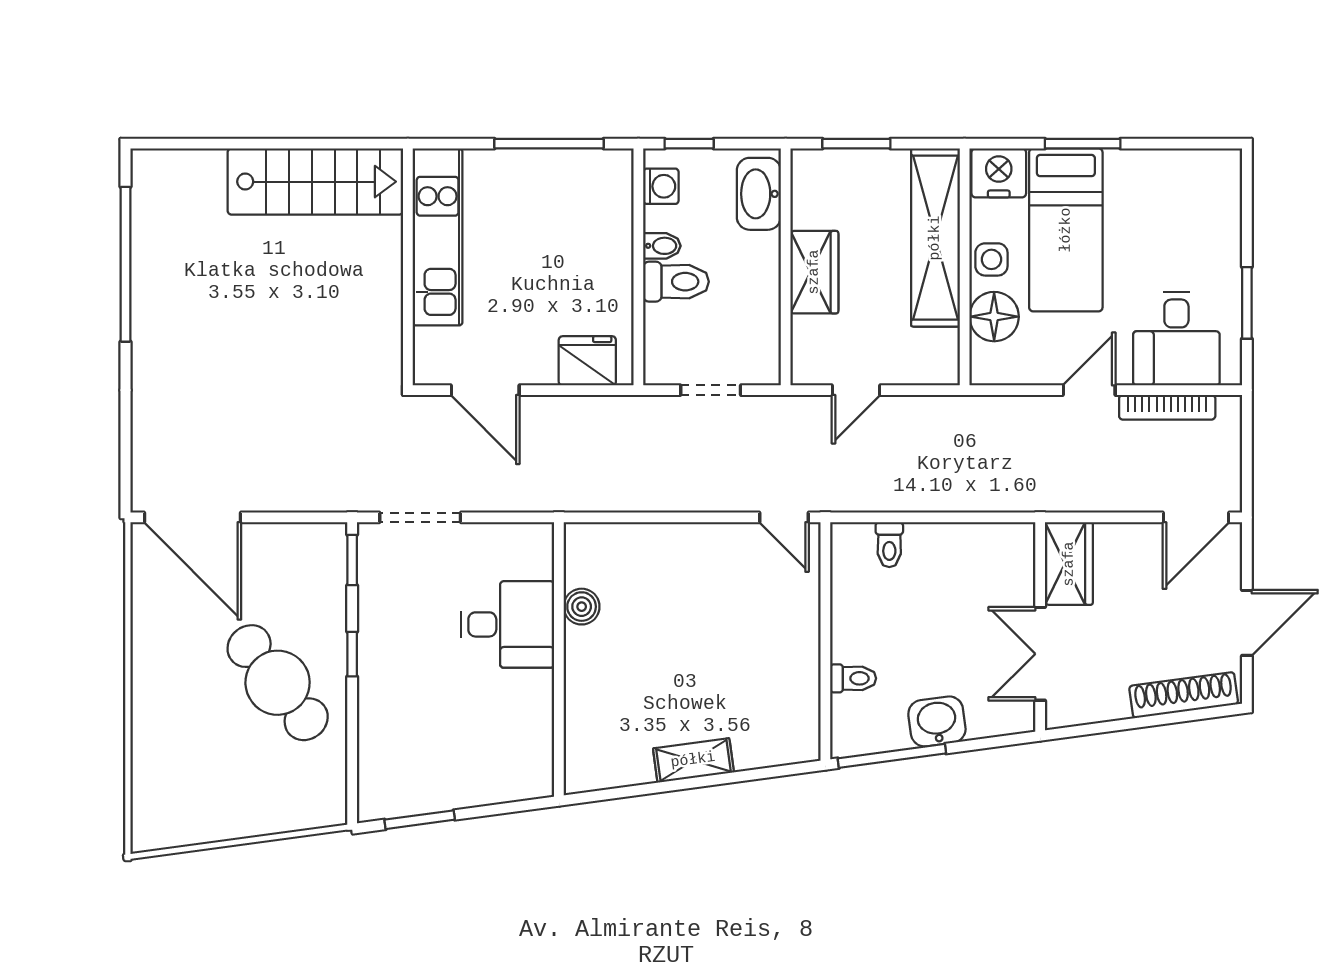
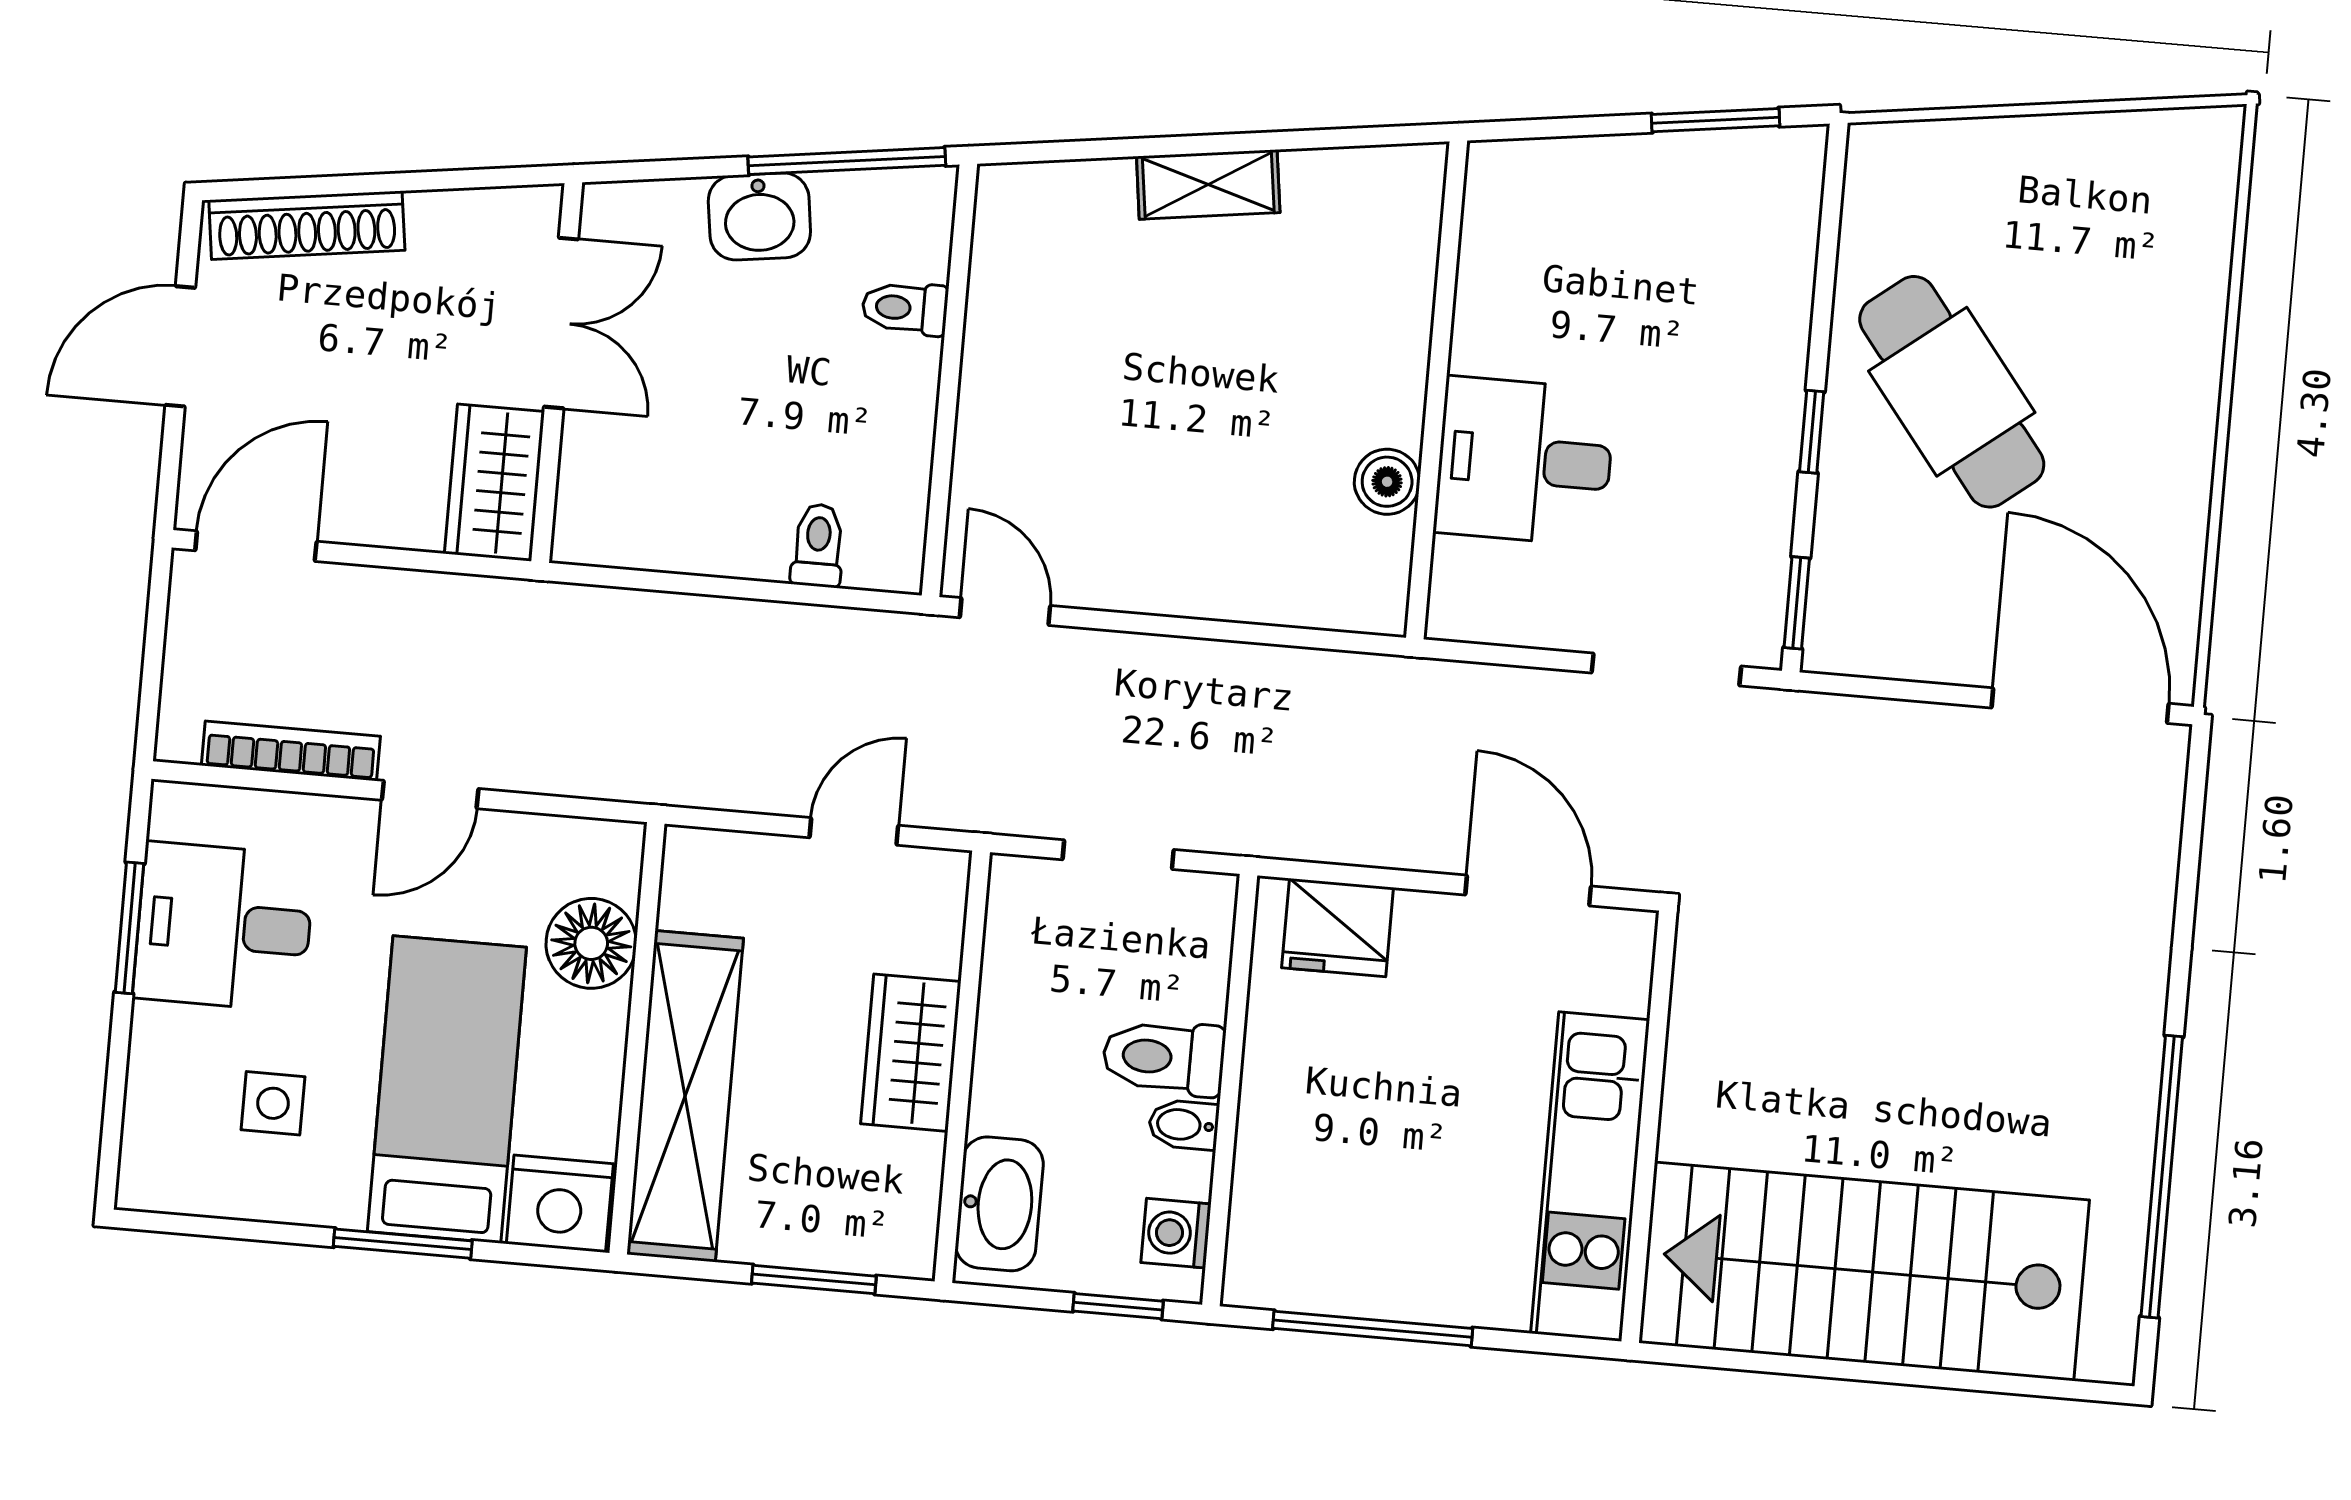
stairs: (315, 182) -> (1864, 1271), width x1.36, depth x1.51
side table: (991, 259) -> (273, 1103), moved
desk: (1176, 339) -> (224, 927), moved, turned -90

